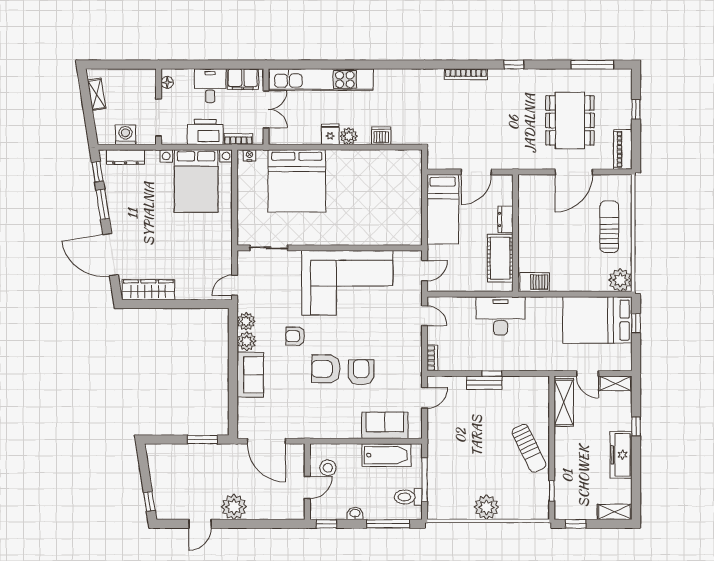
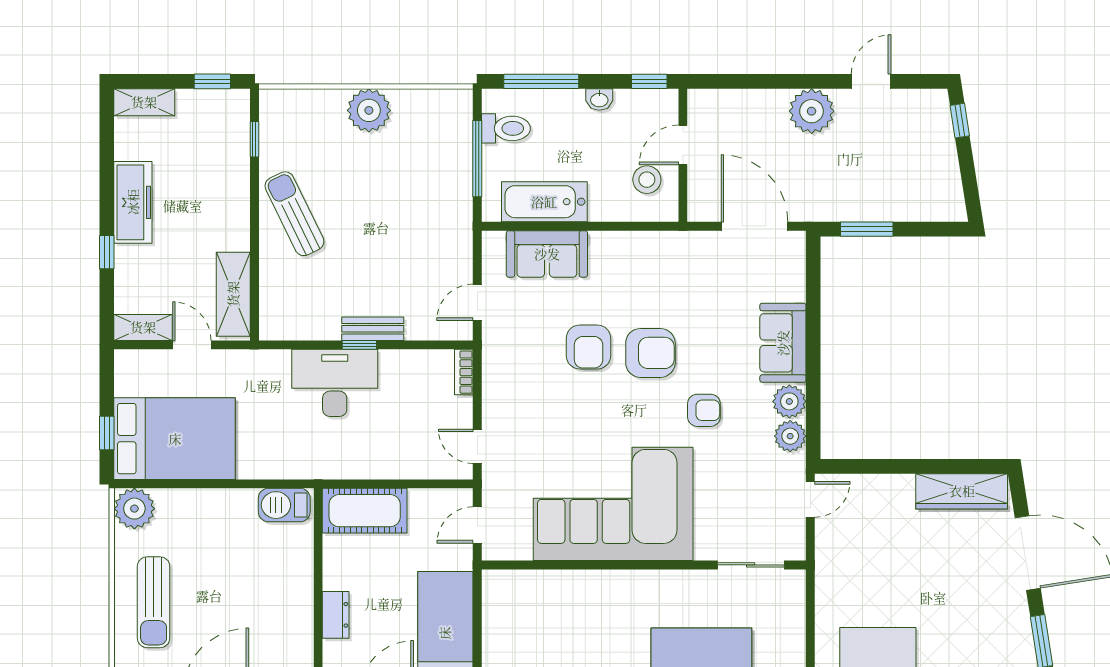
cot: (500, 258) -> (365, 511), moved, turned 90
desk: (501, 316) -> (335, 383), moved, turned 180

